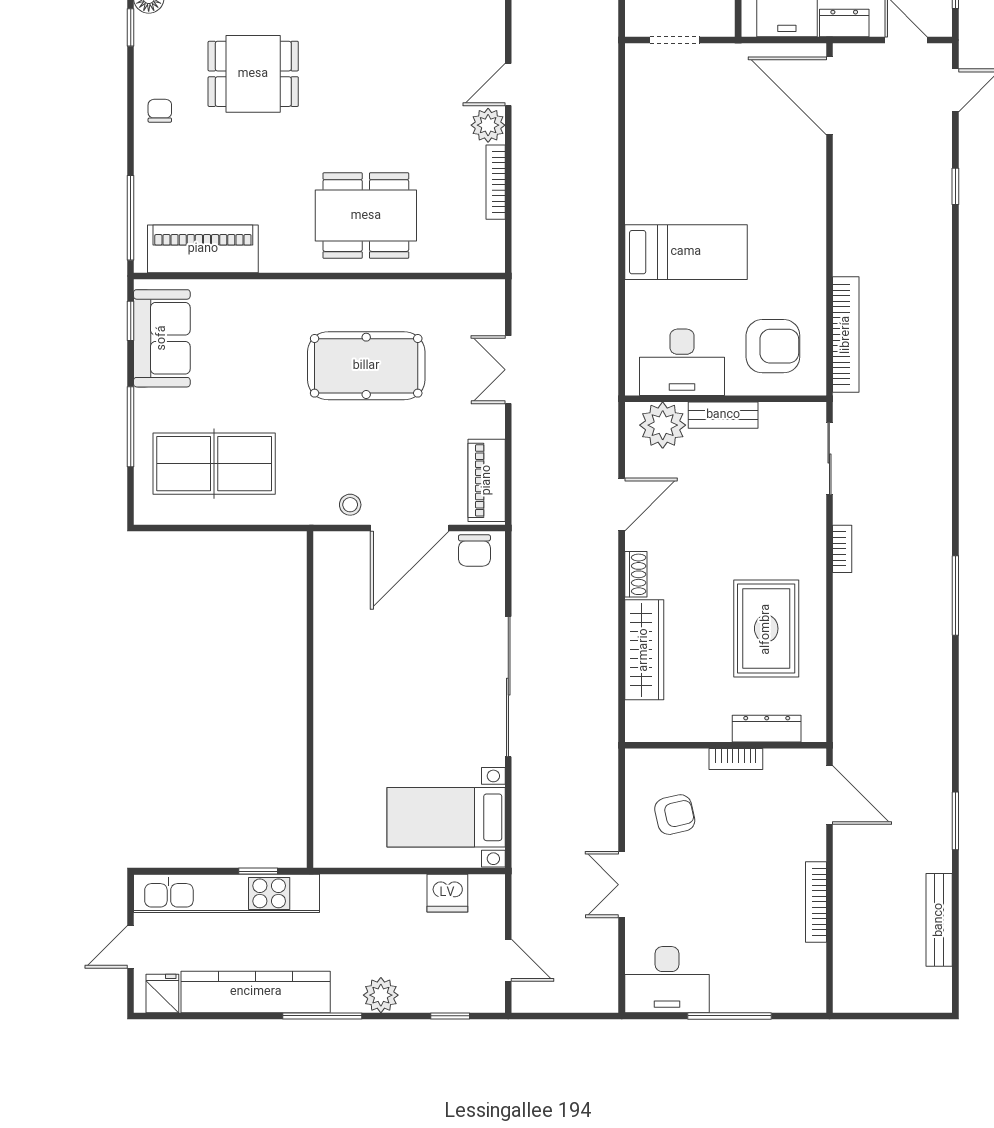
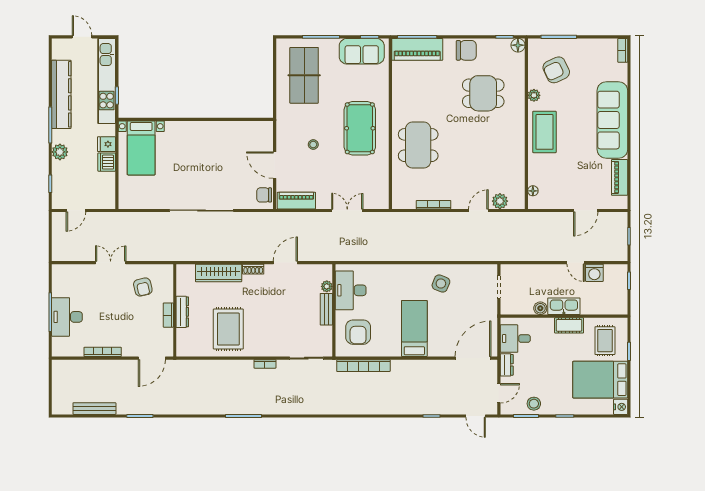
dining table: (253, 74) -> (483, 93), turned 90
door: (508, 84) -> (478, 210), hinge flipped
chair: (160, 111) -> (466, 50), width x1.87, depth x1.87
plant: (488, 125) -> (500, 201), moved
side table: (667, 166) -> (441, 284), added
piano: (203, 249) -> (417, 49), moved, turned 90
bed: (686, 252) -> (414, 329), moved, turned 180
pool table: (366, 366) -> (360, 128), moved
plant: (663, 425) -> (327, 286), width x0.53, depth x0.53
door: (622, 504) -> (285, 263), swing flipped
stool: (350, 505) -> (313, 145), moved
door: (410, 528) -> (275, 165), width x0.73
rug: (766, 629) -> (228, 329), turned 90
dresser: (767, 729) -> (182, 312), moved
bed with nightstands: (446, 817) -> (141, 148), moved, turned 180
dishwasher: (447, 893) -> (107, 162), moved
desk: (667, 980) -> (67, 317), moved
fridge: (162, 993) -> (106, 144), moved, turned 180

